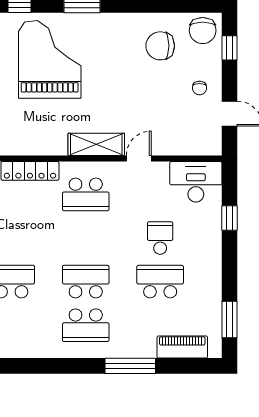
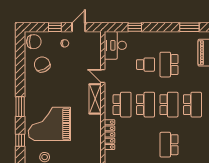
chair: (160, 46) -> (42, 65), turned 153
window: (230, 48) -> (55, 27), moved
school desk: (86, 238) -> (146, 105), added
school desk: (160, 238) -> (146, 65), turned 180
school desk: (86, 282) -> (169, 105), turned 180

